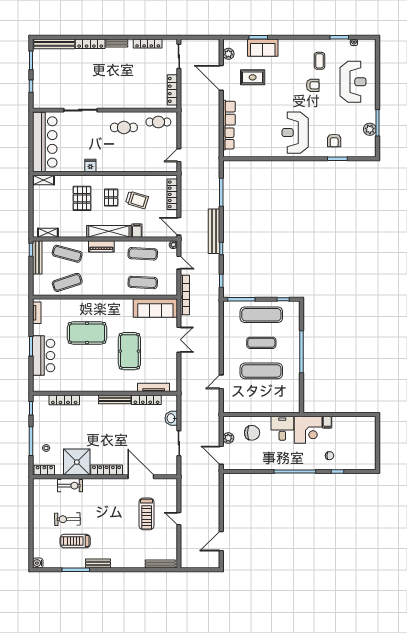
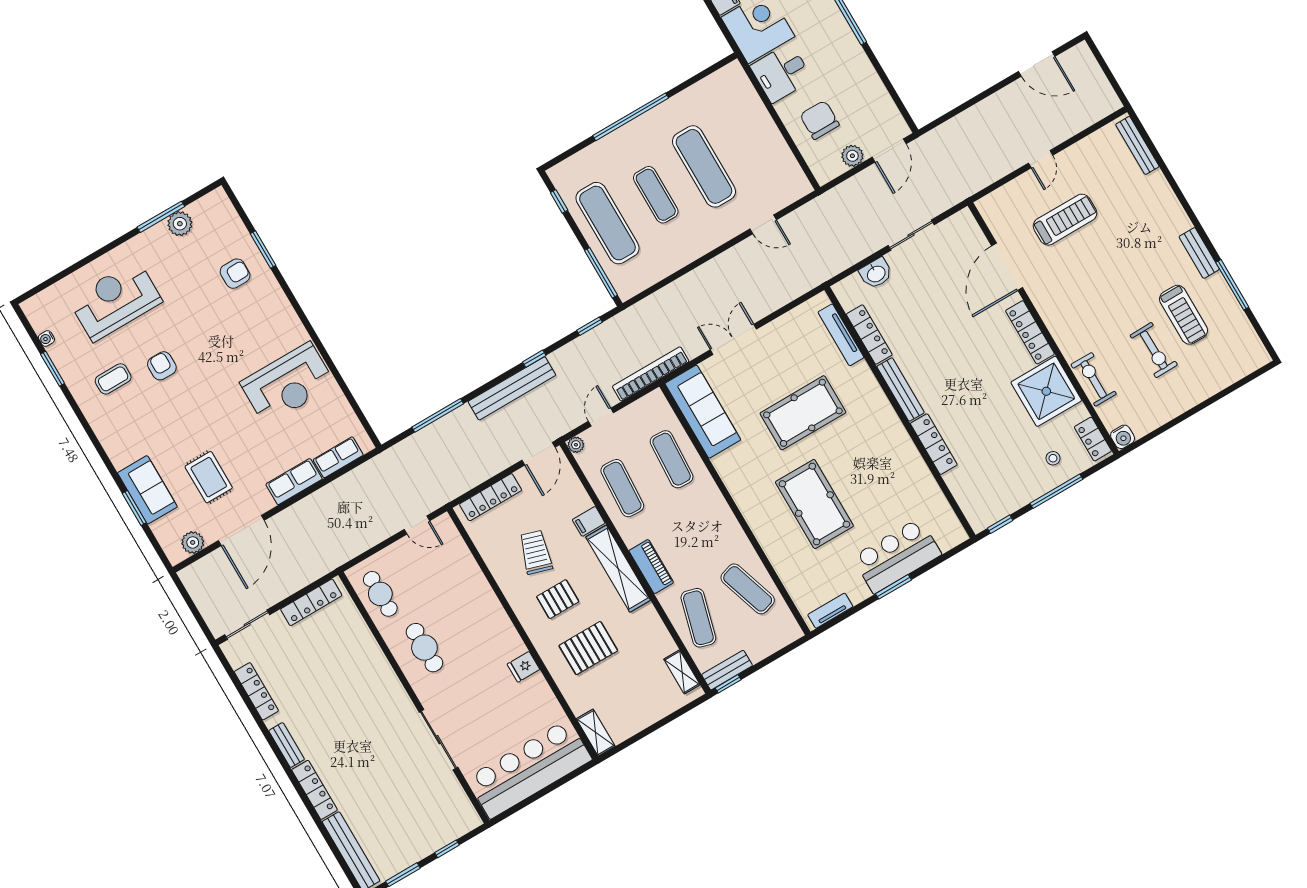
reception desk: (295, 133) -> (288, 384), moved
bench: (37, 257) -> (727, 670), width x0.73
locker: (64, 400) -> (934, 444), moved
water cooler: (38, 563) -> (1123, 437), moved

